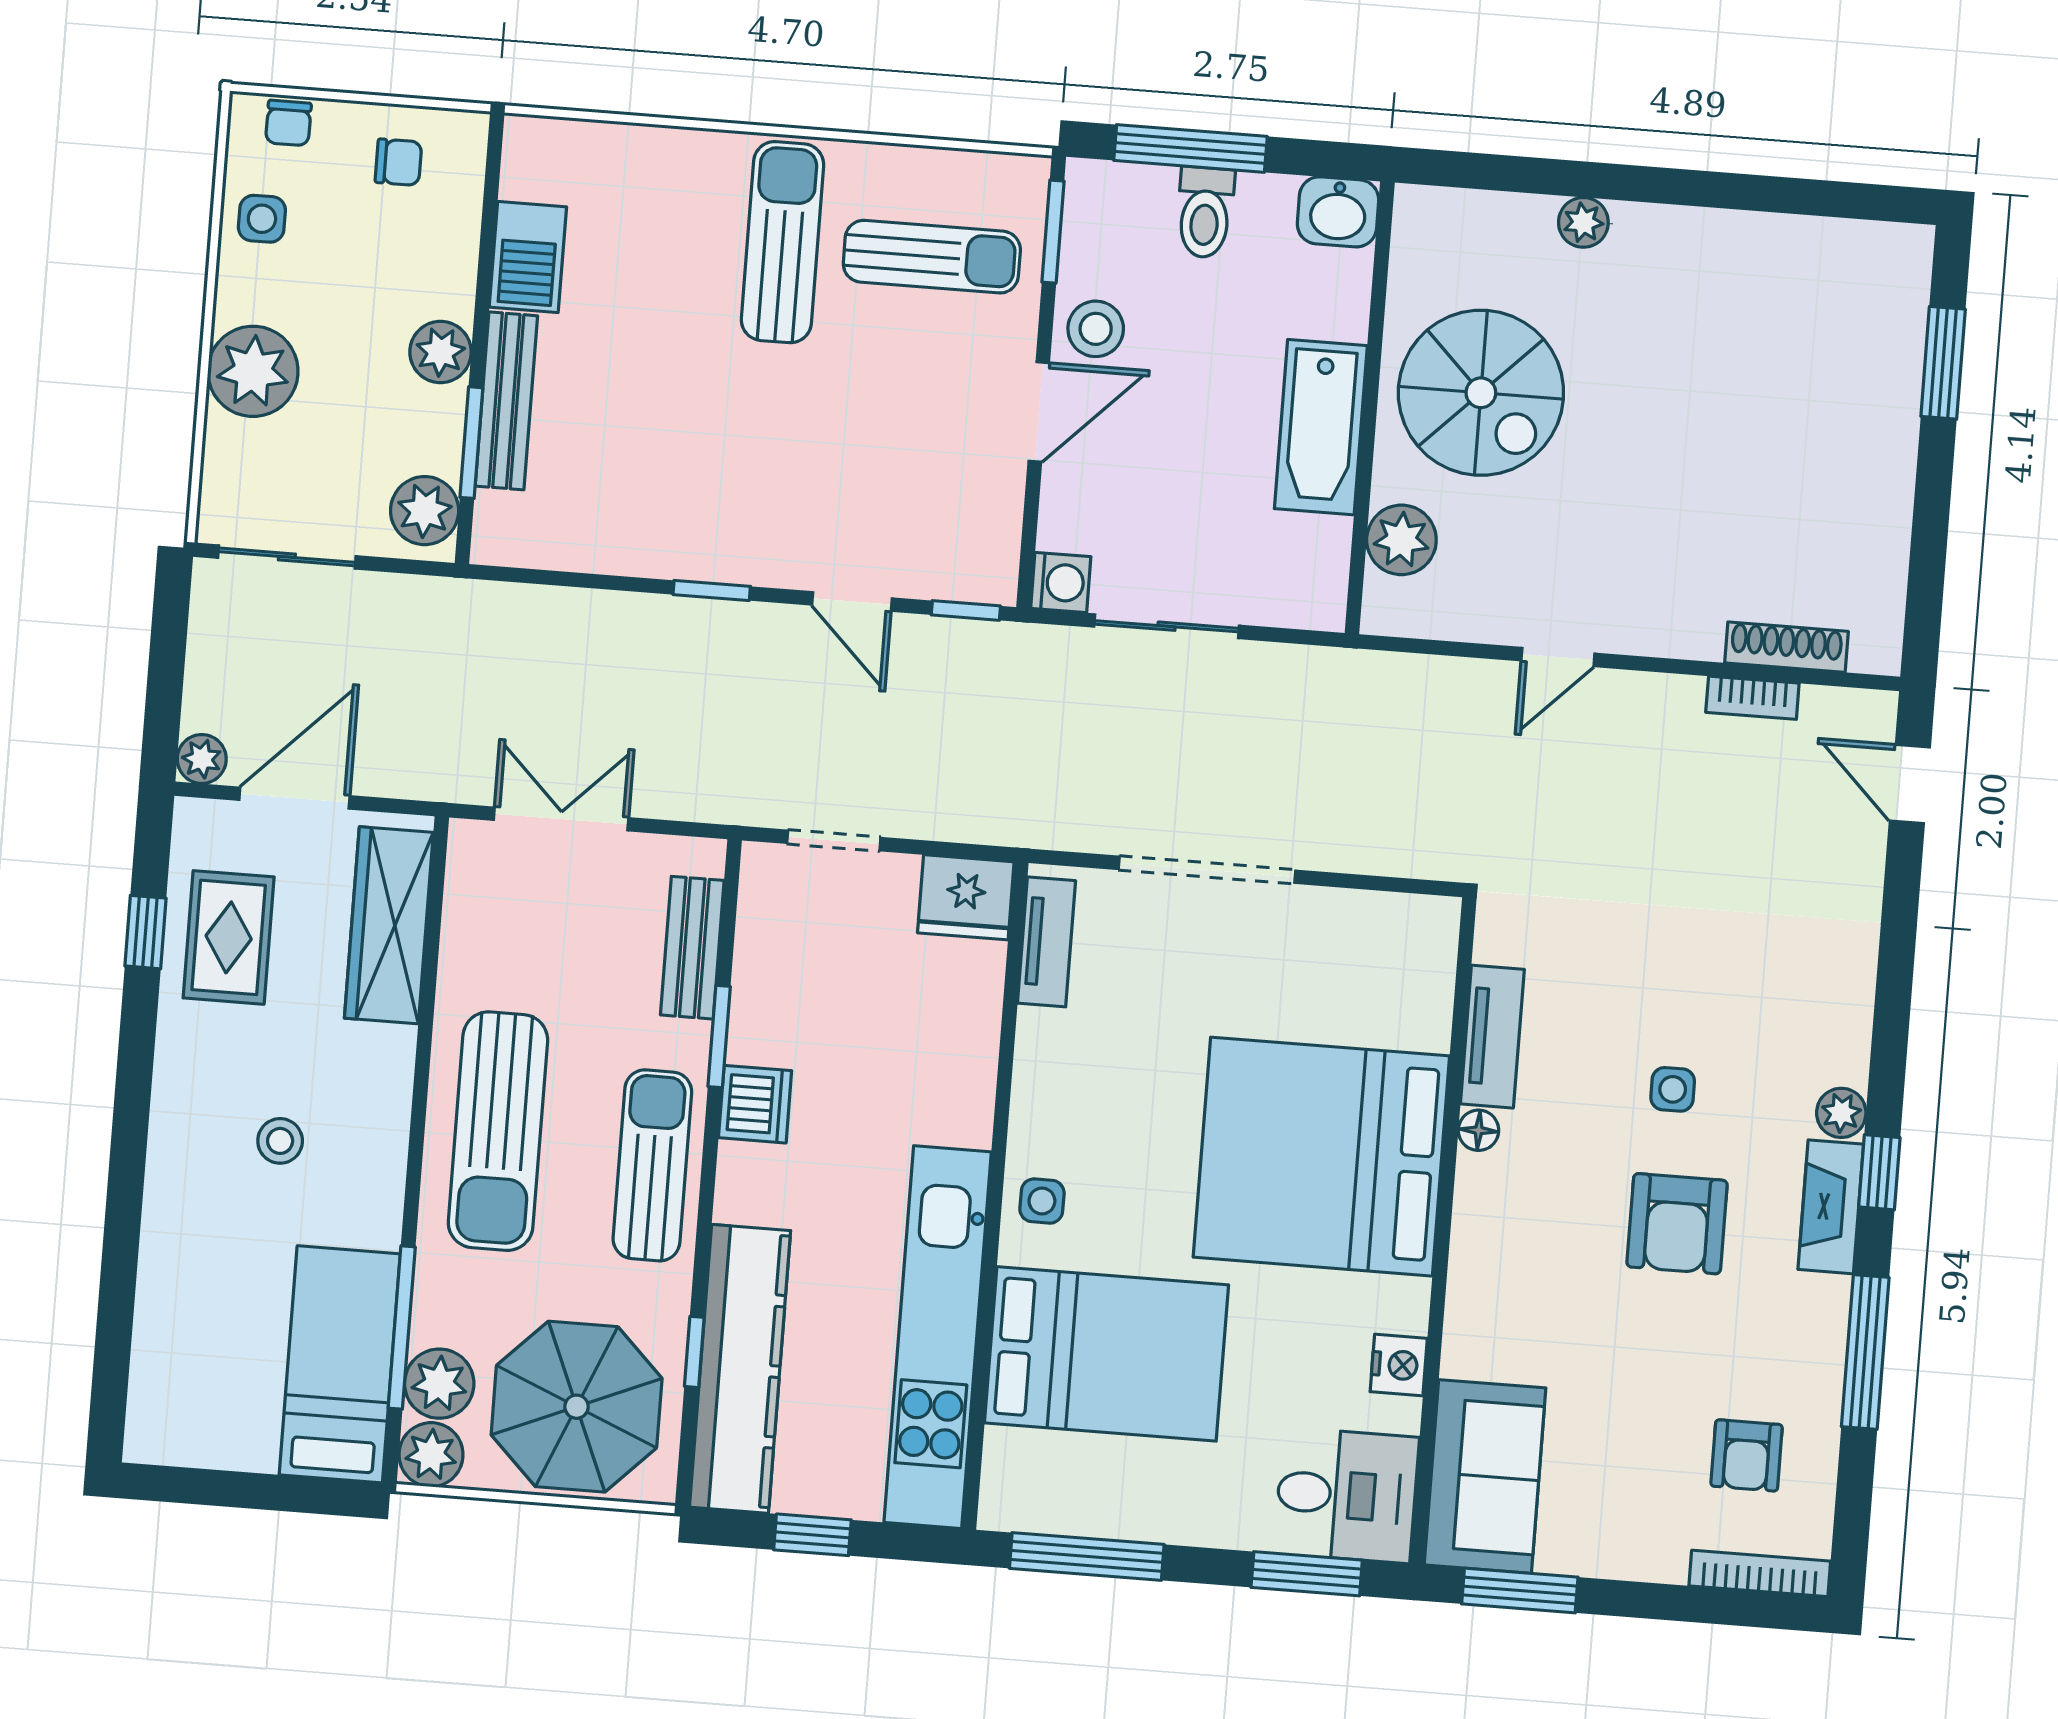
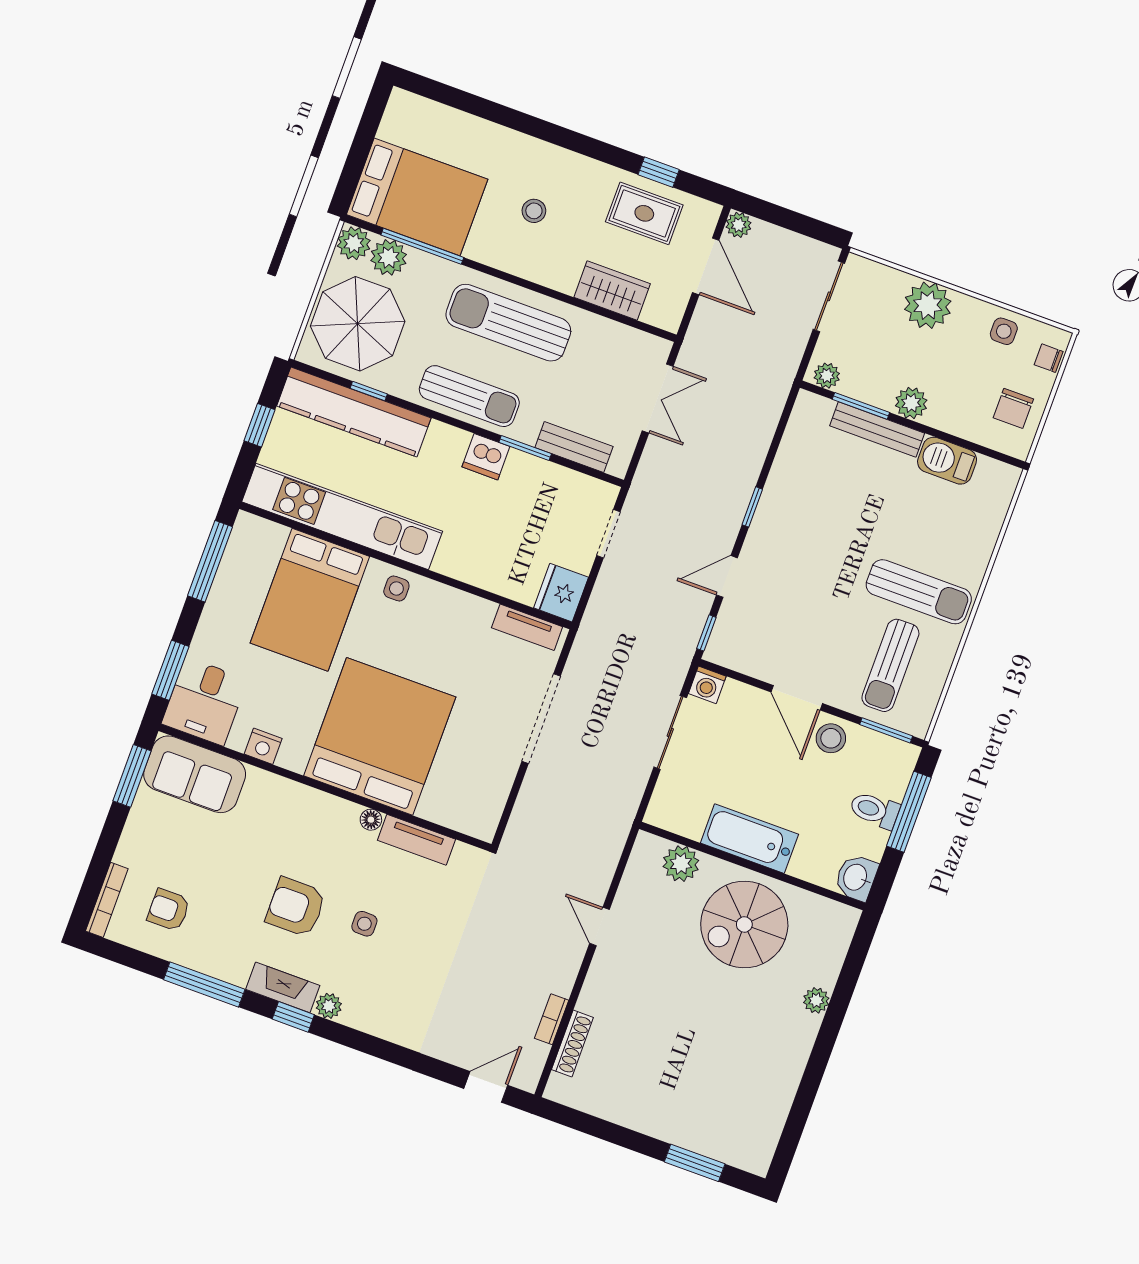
chair: (398, 162) -> (1013, 408), width x1.37, depth x1.37
plant: (425, 511) -> (827, 376), width x0.73, depth x0.73
wardrobe: (389, 925) -> (612, 291), width x0.67
bed: (340, 1364) -> (417, 197), width x1.50

